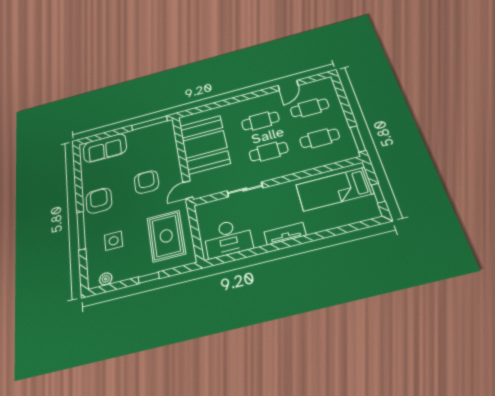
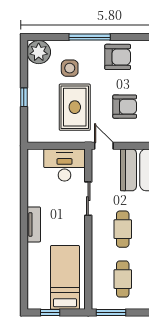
rug: (166, 236) -> (75, 107), moved, turned 90
desk: (228, 238) -> (65, 165), moved, turned 90
plant: (106, 279) -> (39, 52), width x1.88, depth x1.88

